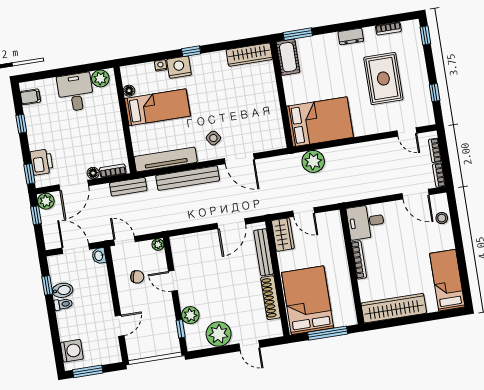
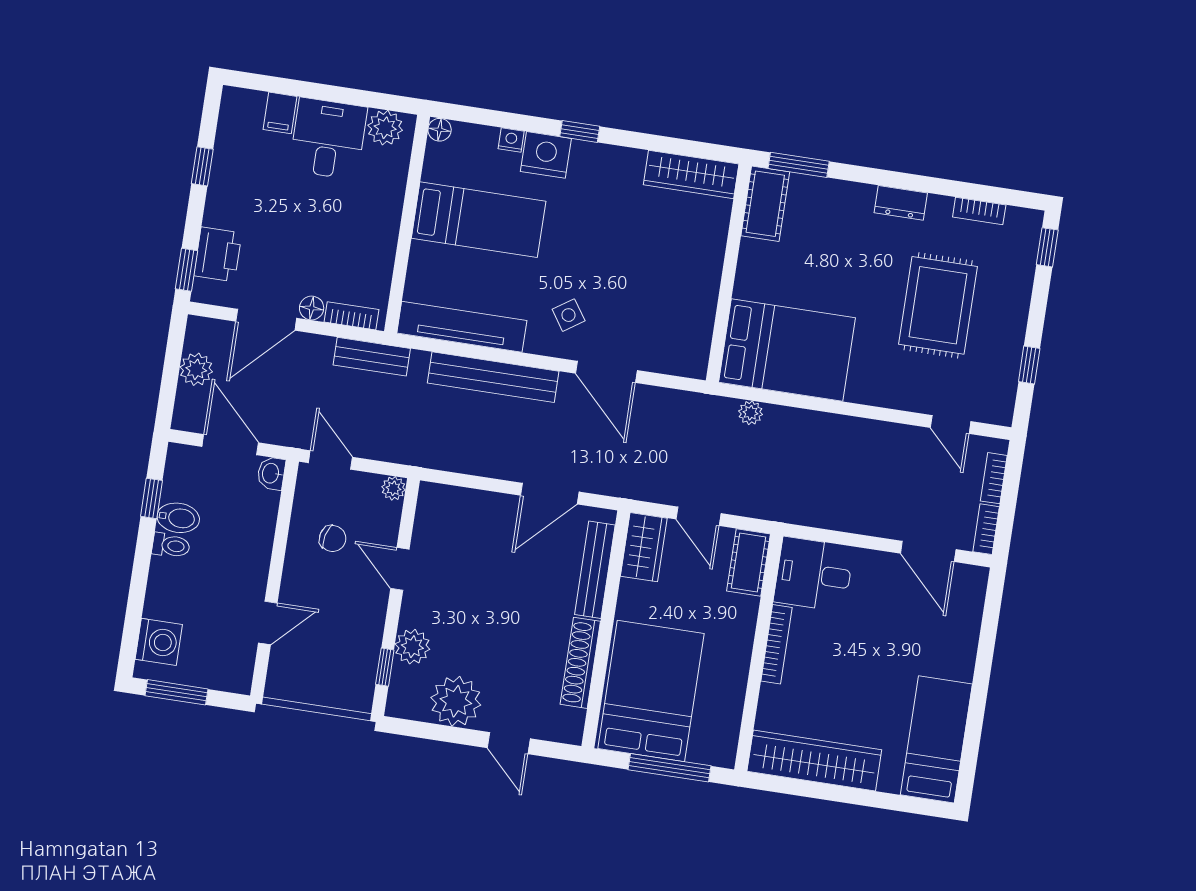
floor lamp: (129, 91) -> (440, 130), moved
filing cabinet: (30, 97) -> (280, 113), moved, turned 90
plant: (313, 161) -> (751, 413), width x0.53, depth x0.53
plant: (46, 201) -> (196, 369), moved
window: (36, 215) -> (173, 355), removed
stool: (442, 218) -> (965, 615), removed
cot: (334, 226) -> (749, 563), added

